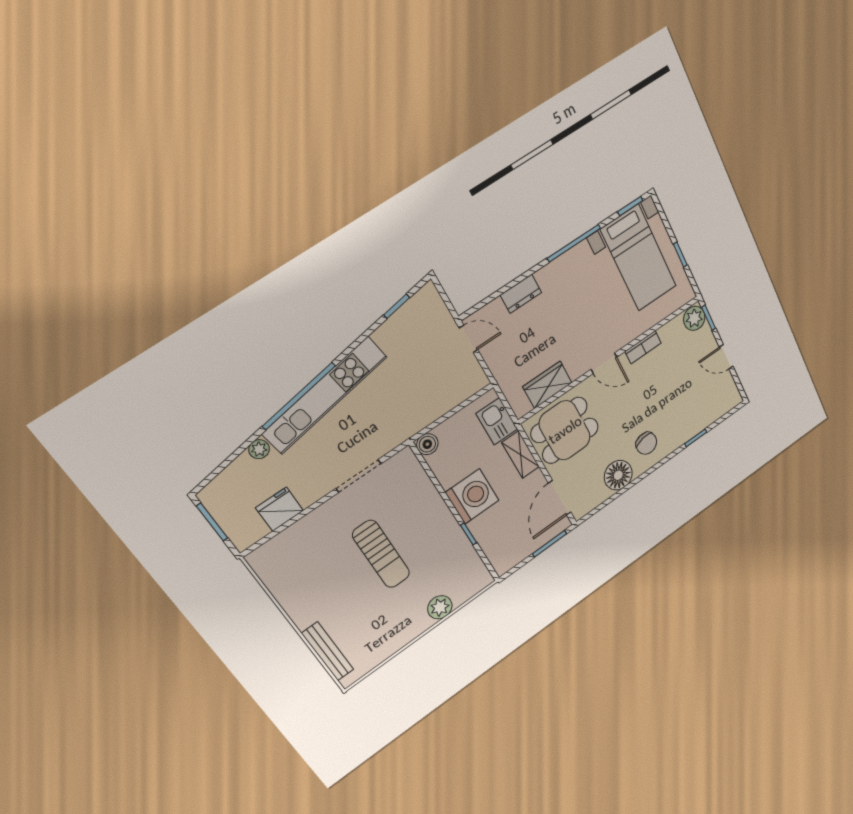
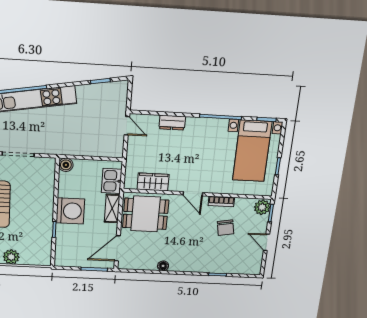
chair: (646, 443) -> (225, 228), moved
floor lamp: (618, 475) -> (163, 266), width x0.53, depth x0.53

